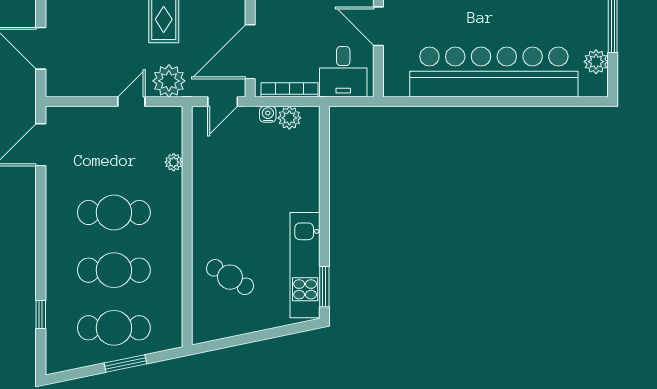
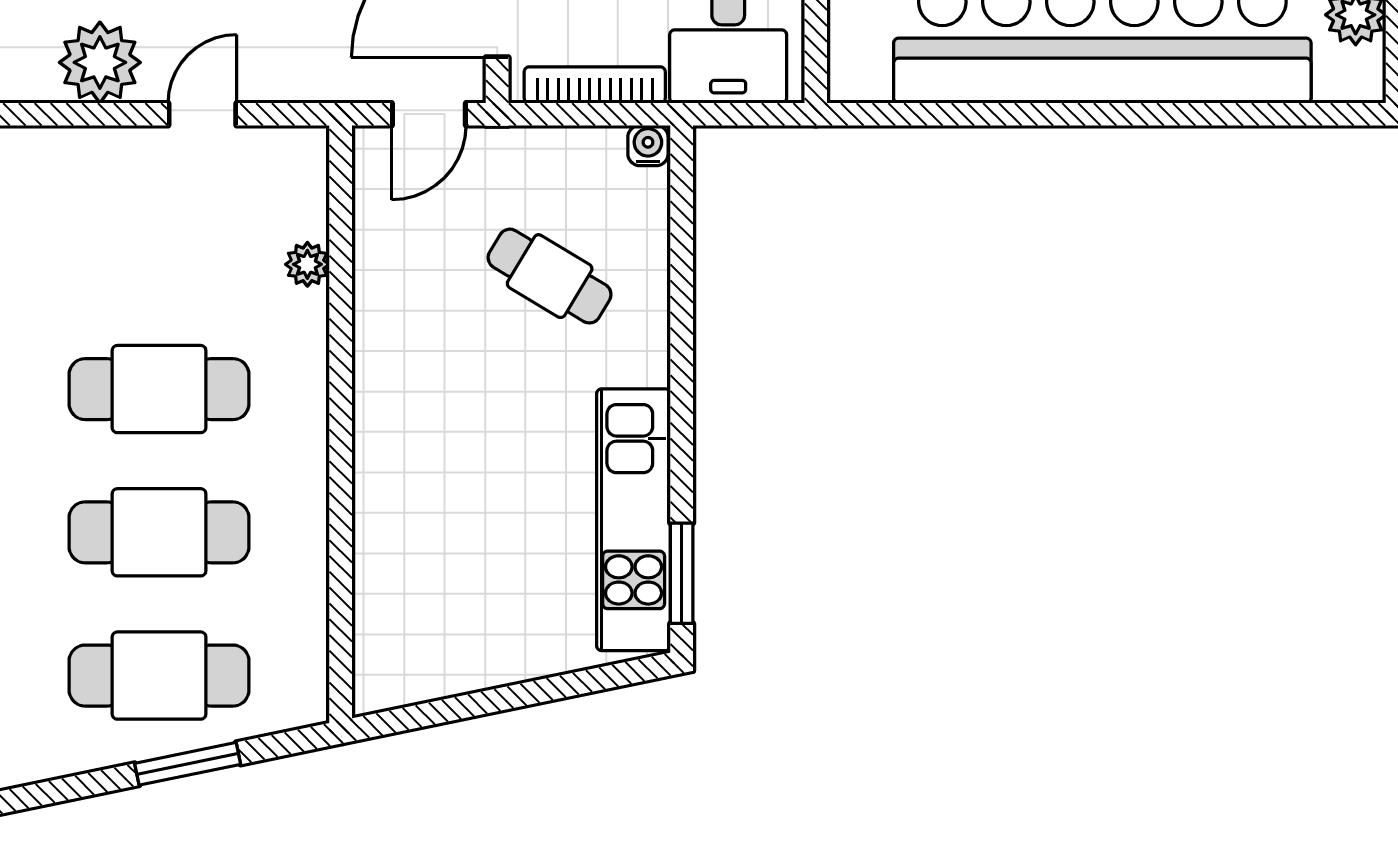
plant: (169, 81) -> (100, 62), moved
water cooler: (268, 114) -> (648, 146), moved
plant: (289, 118) -> (595, 154), removed
cafe table: (230, 277) -> (550, 276), moved

